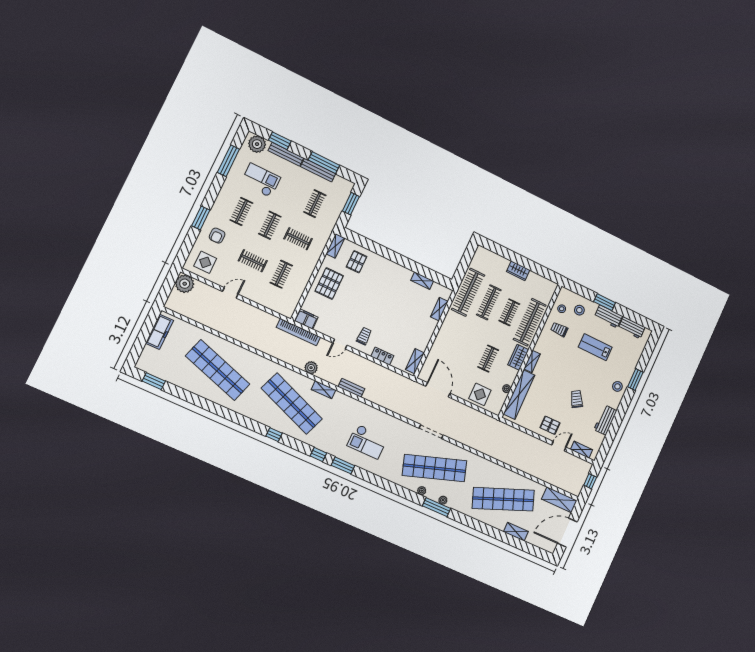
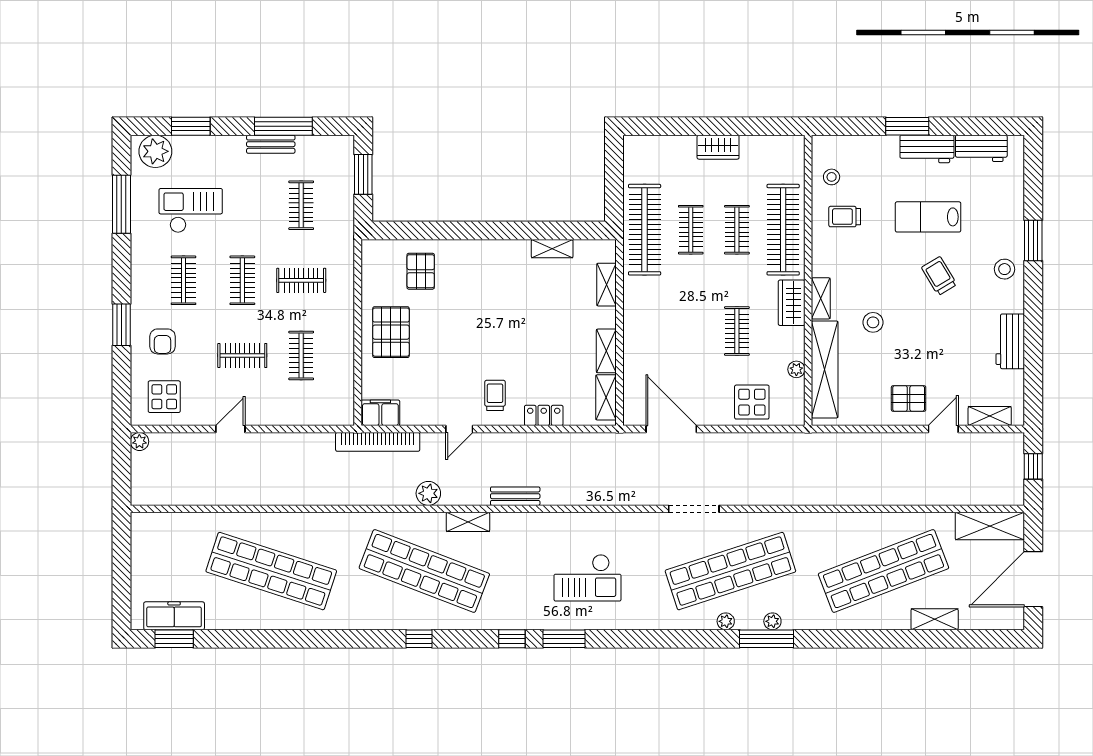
bench: (286, 154) -> (212, 144), removed
bench: (318, 170) -> (271, 144), width x0.73
shelving: (335, 246) -> (606, 351), moved
plant: (185, 284) -> (139, 441), width x0.53, depth x0.53
clothes rail: (489, 302) -> (691, 230), width x0.73
stool: (579, 310) -> (873, 322), moved
freezer: (159, 332) -> (174, 616), moved, turned -90
trolley: (577, 399) -> (939, 276), moved

